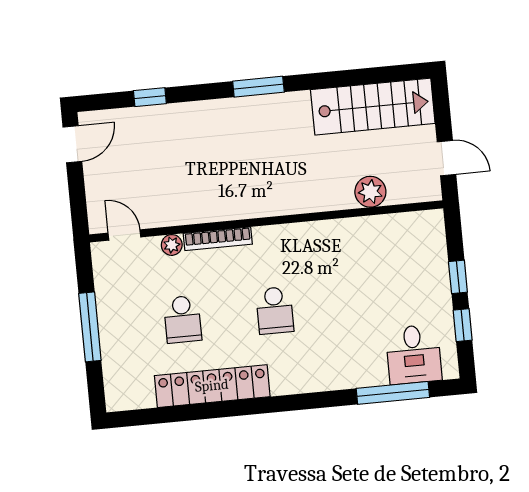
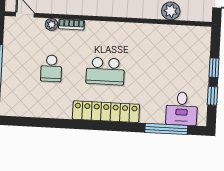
bookcase: (218, 239) -> (71, 24), width x0.64
school desk: (275, 310) -> (105, 71), width x1.85
locker: (212, 386) -> (106, 112), moved

